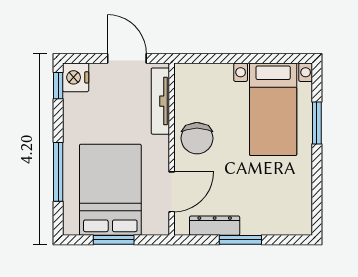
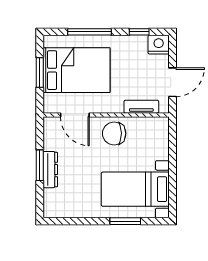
window: (58, 86) -> (139, 32), moved
tv unit: (160, 101) -> (141, 107), width x0.71
dresser: (215, 226) -> (50, 170), moved

